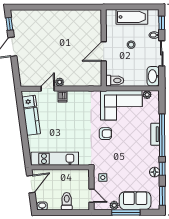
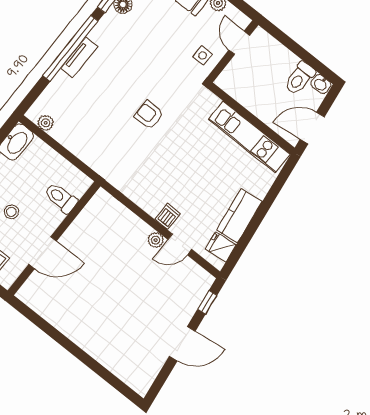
window: (9, 24) -> (207, 302), moved
door: (104, 51) -> (43, 253), moved
toilet: (115, 80) -> (61, 198), moved
corner sofa: (121, 105) -> (94, 137), removed
toilet: (67, 201) -> (300, 78), moved

